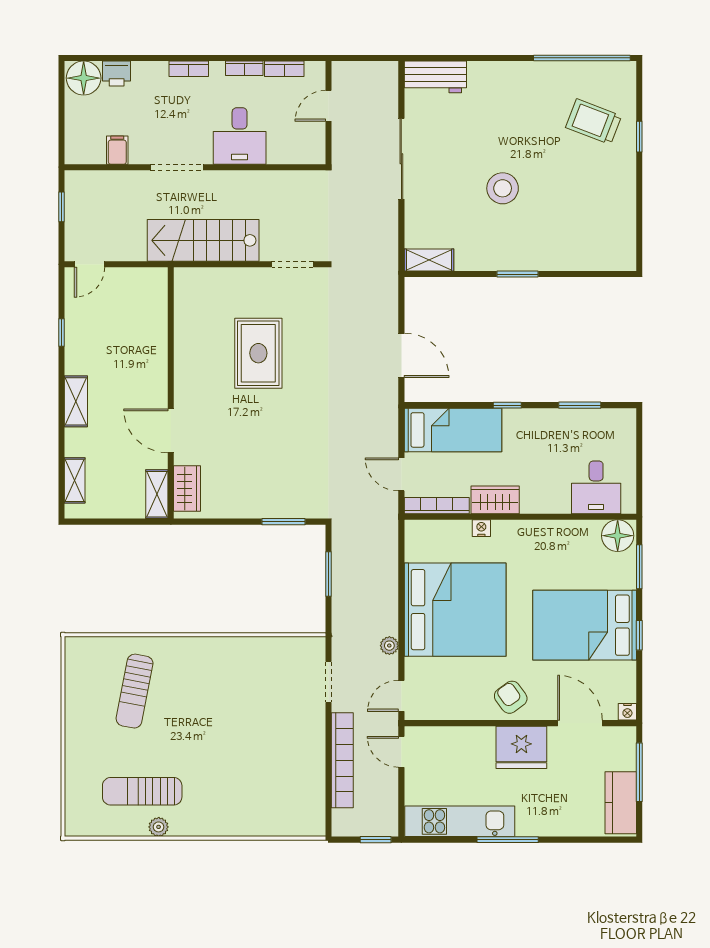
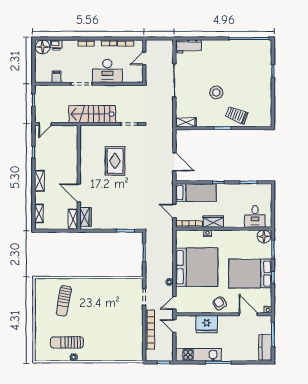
trolley: (594, 122) -> (237, 115), moved
desk: (240, 136) -> (107, 71), width x1.37
fridge: (521, 747) -> (207, 324), moved

